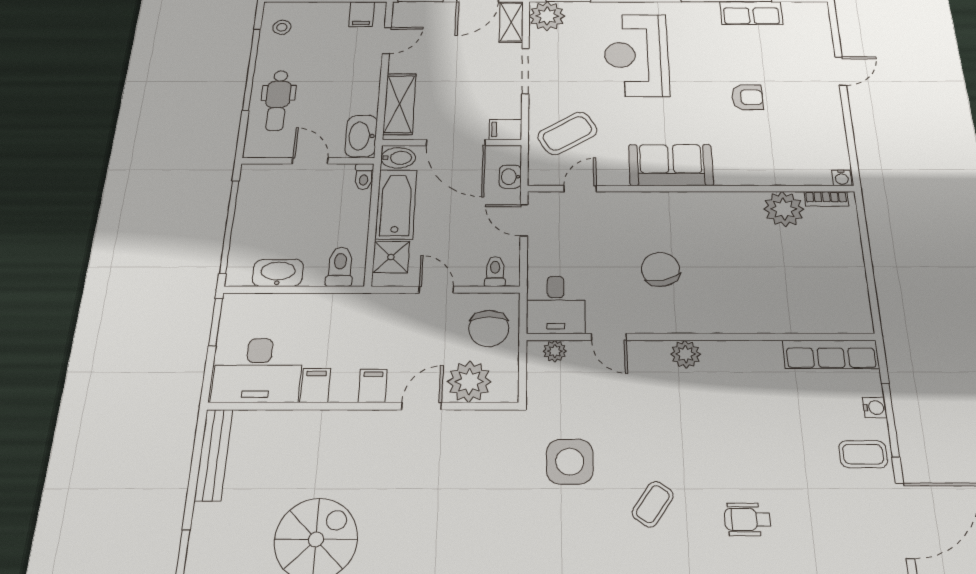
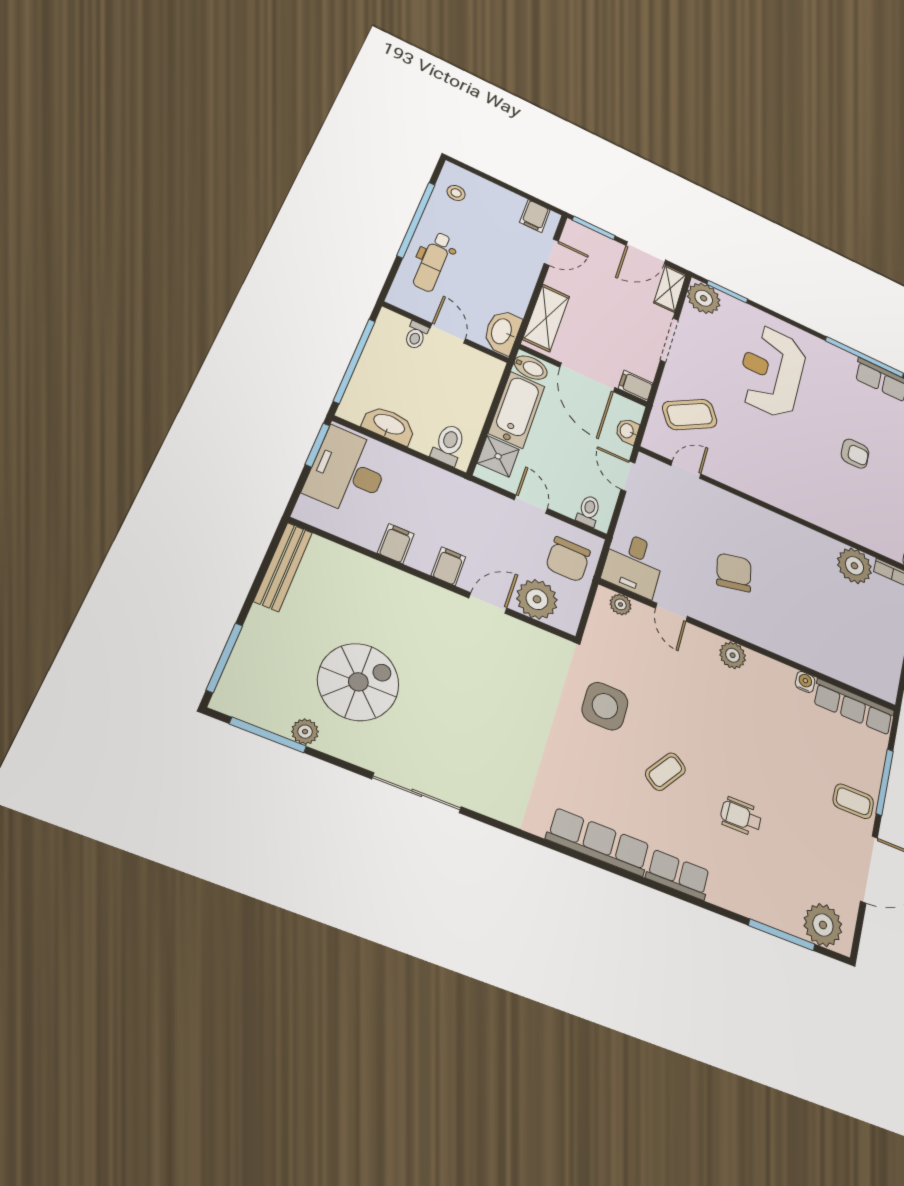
sofa: (671, 165) -> (771, 484), removed
toilet: (364, 176) -> (416, 335), moved
desk: (258, 370) -> (348, 472), moved, turned 90
water cooler: (874, 408) -> (805, 682), moved, turned -90

